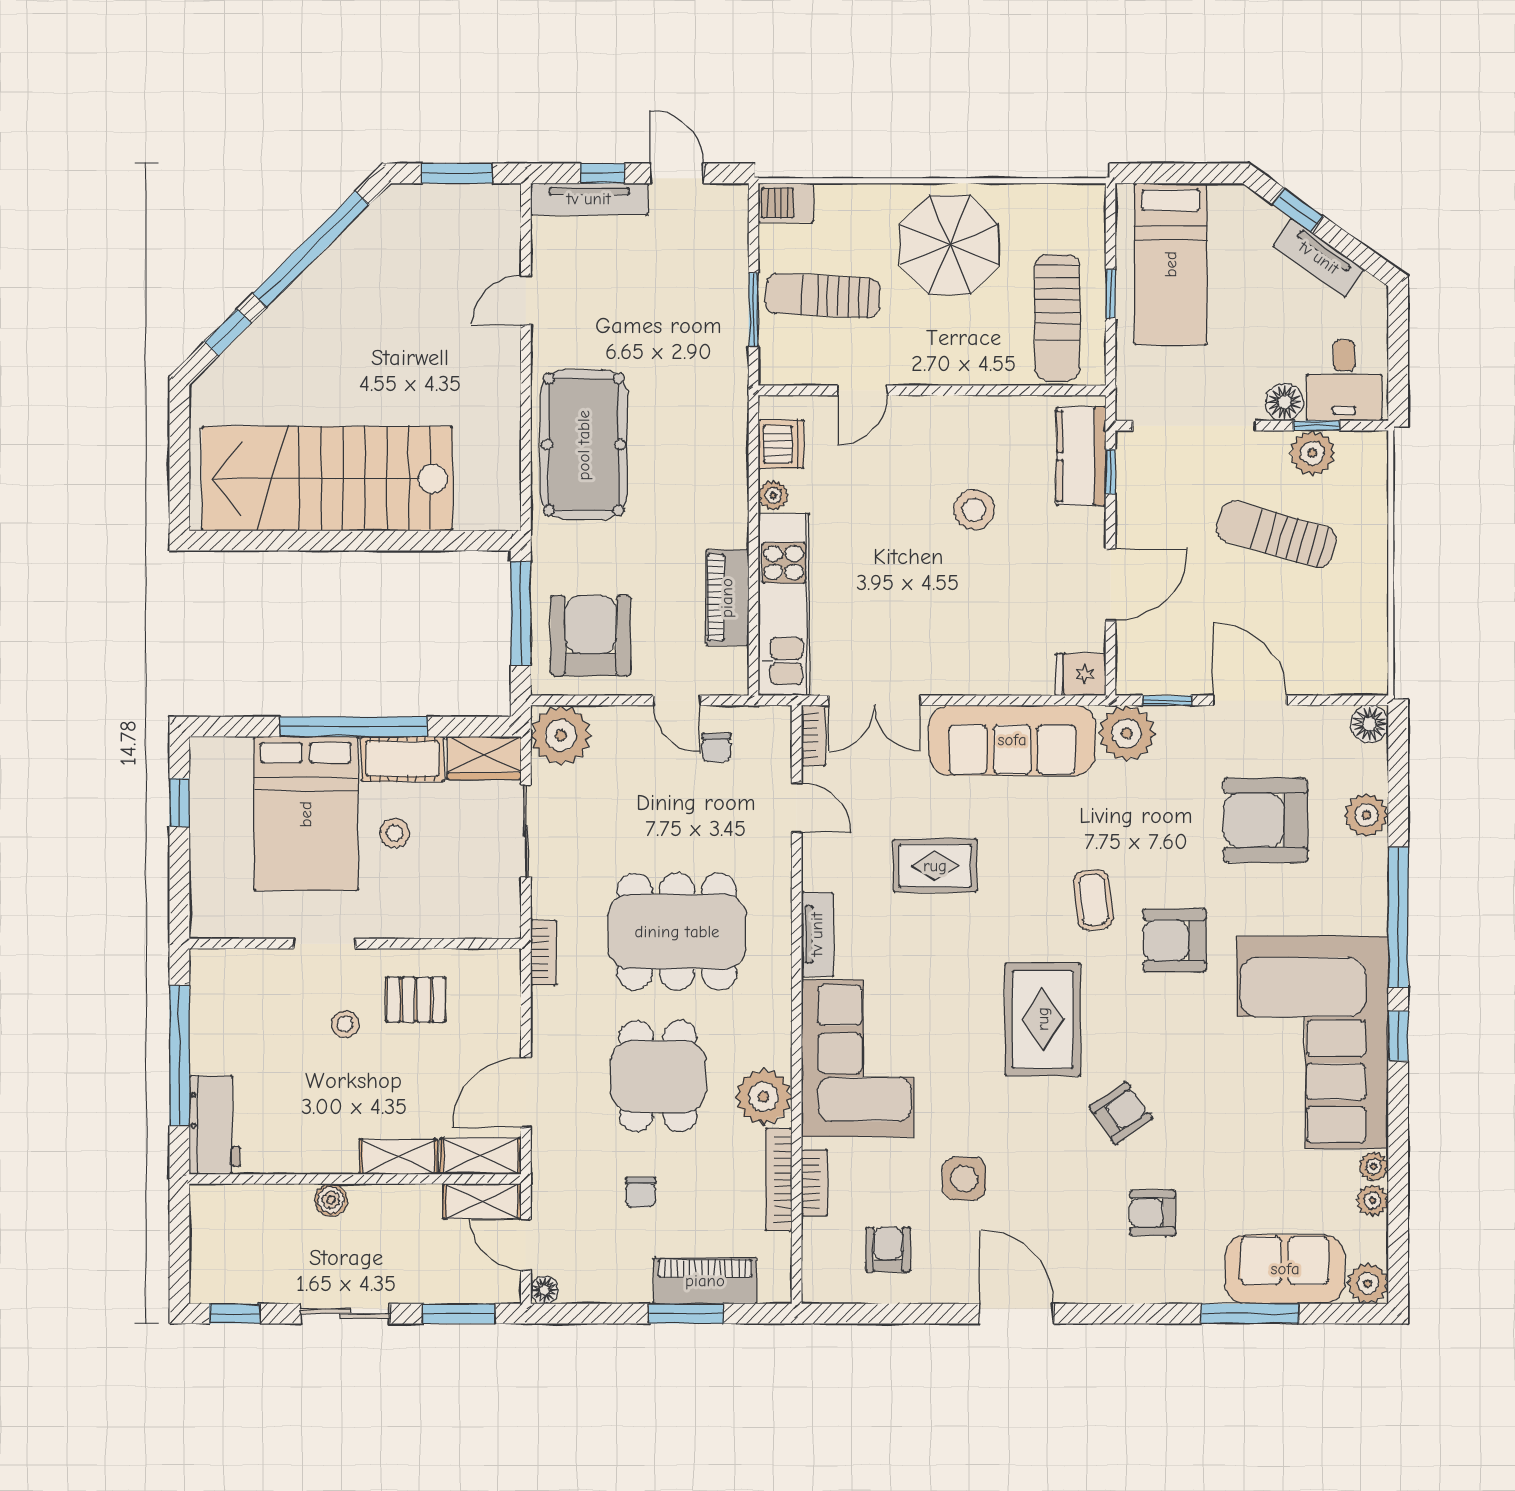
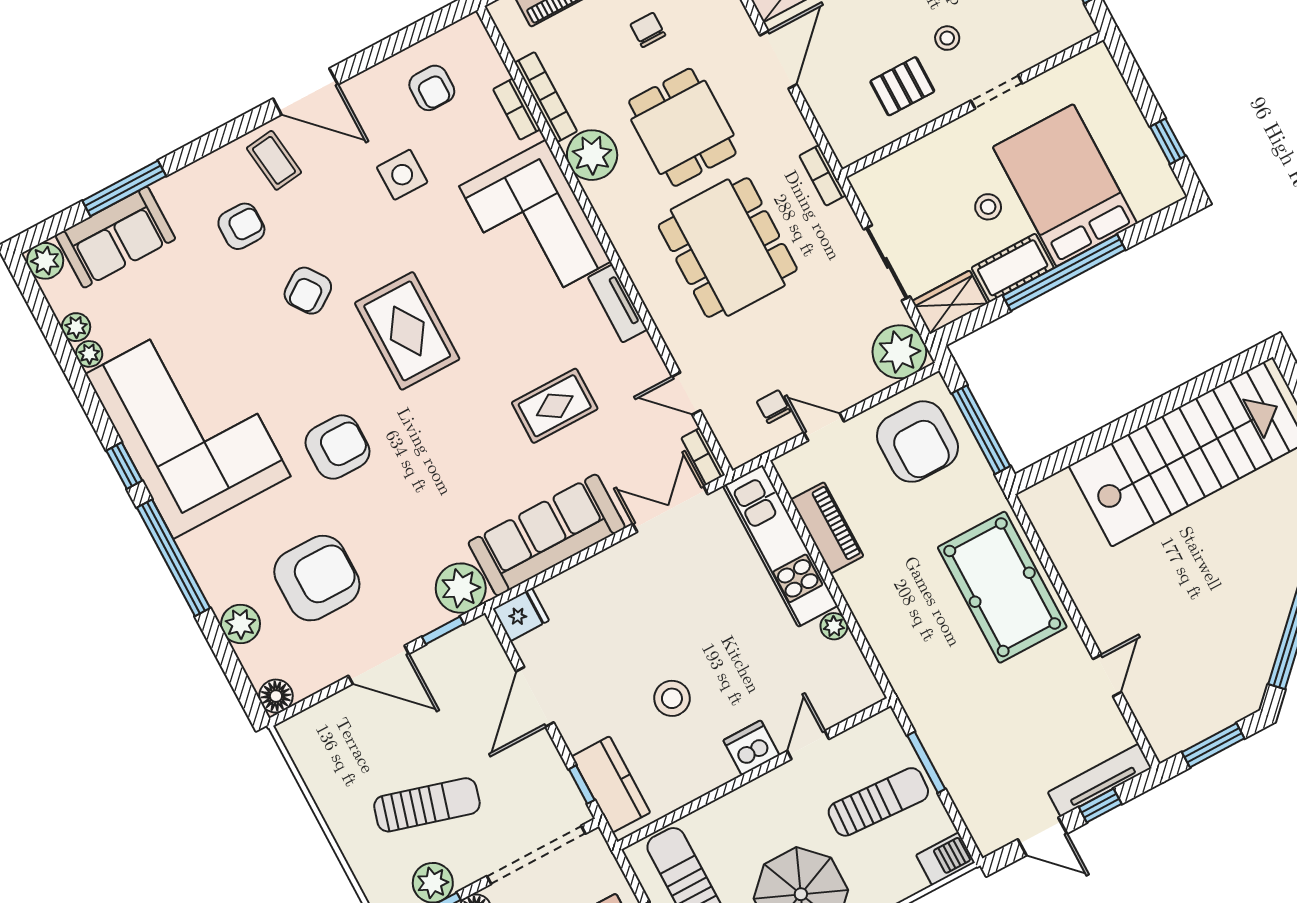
dishwasher: (781, 444) -> (751, 748), moved, turned 90
coffee table: (1093, 900) -> (274, 160), moved
dining table: (677, 932) -> (728, 248), turned 90

